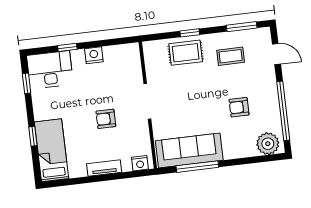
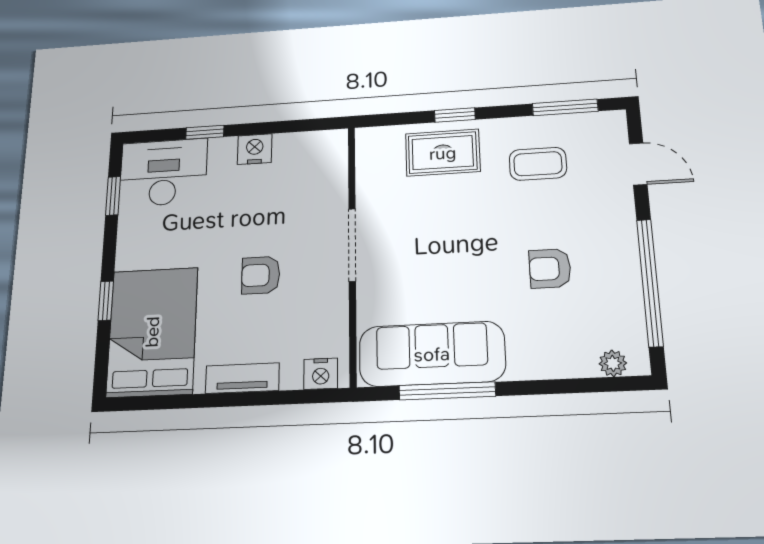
plant: (268, 144) -> (613, 363), width x0.53, depth x0.53
bed: (51, 150) -> (152, 332), width x1.50

